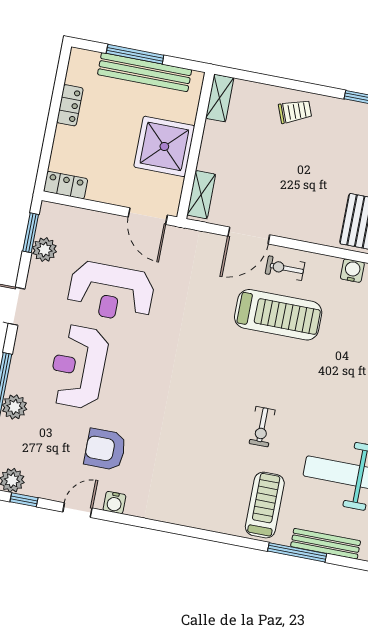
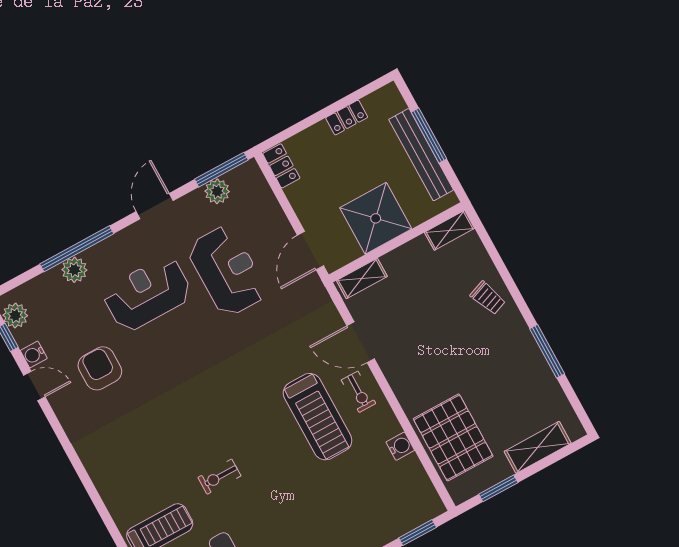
window: (31, 233) -> (221, 170), width x1.44
exercise bike: (285, 268) -> (359, 392), turned 180
reception desk: (111, 292) -> (227, 271), turned 180
water cooler: (114, 503) -> (34, 354), moved

